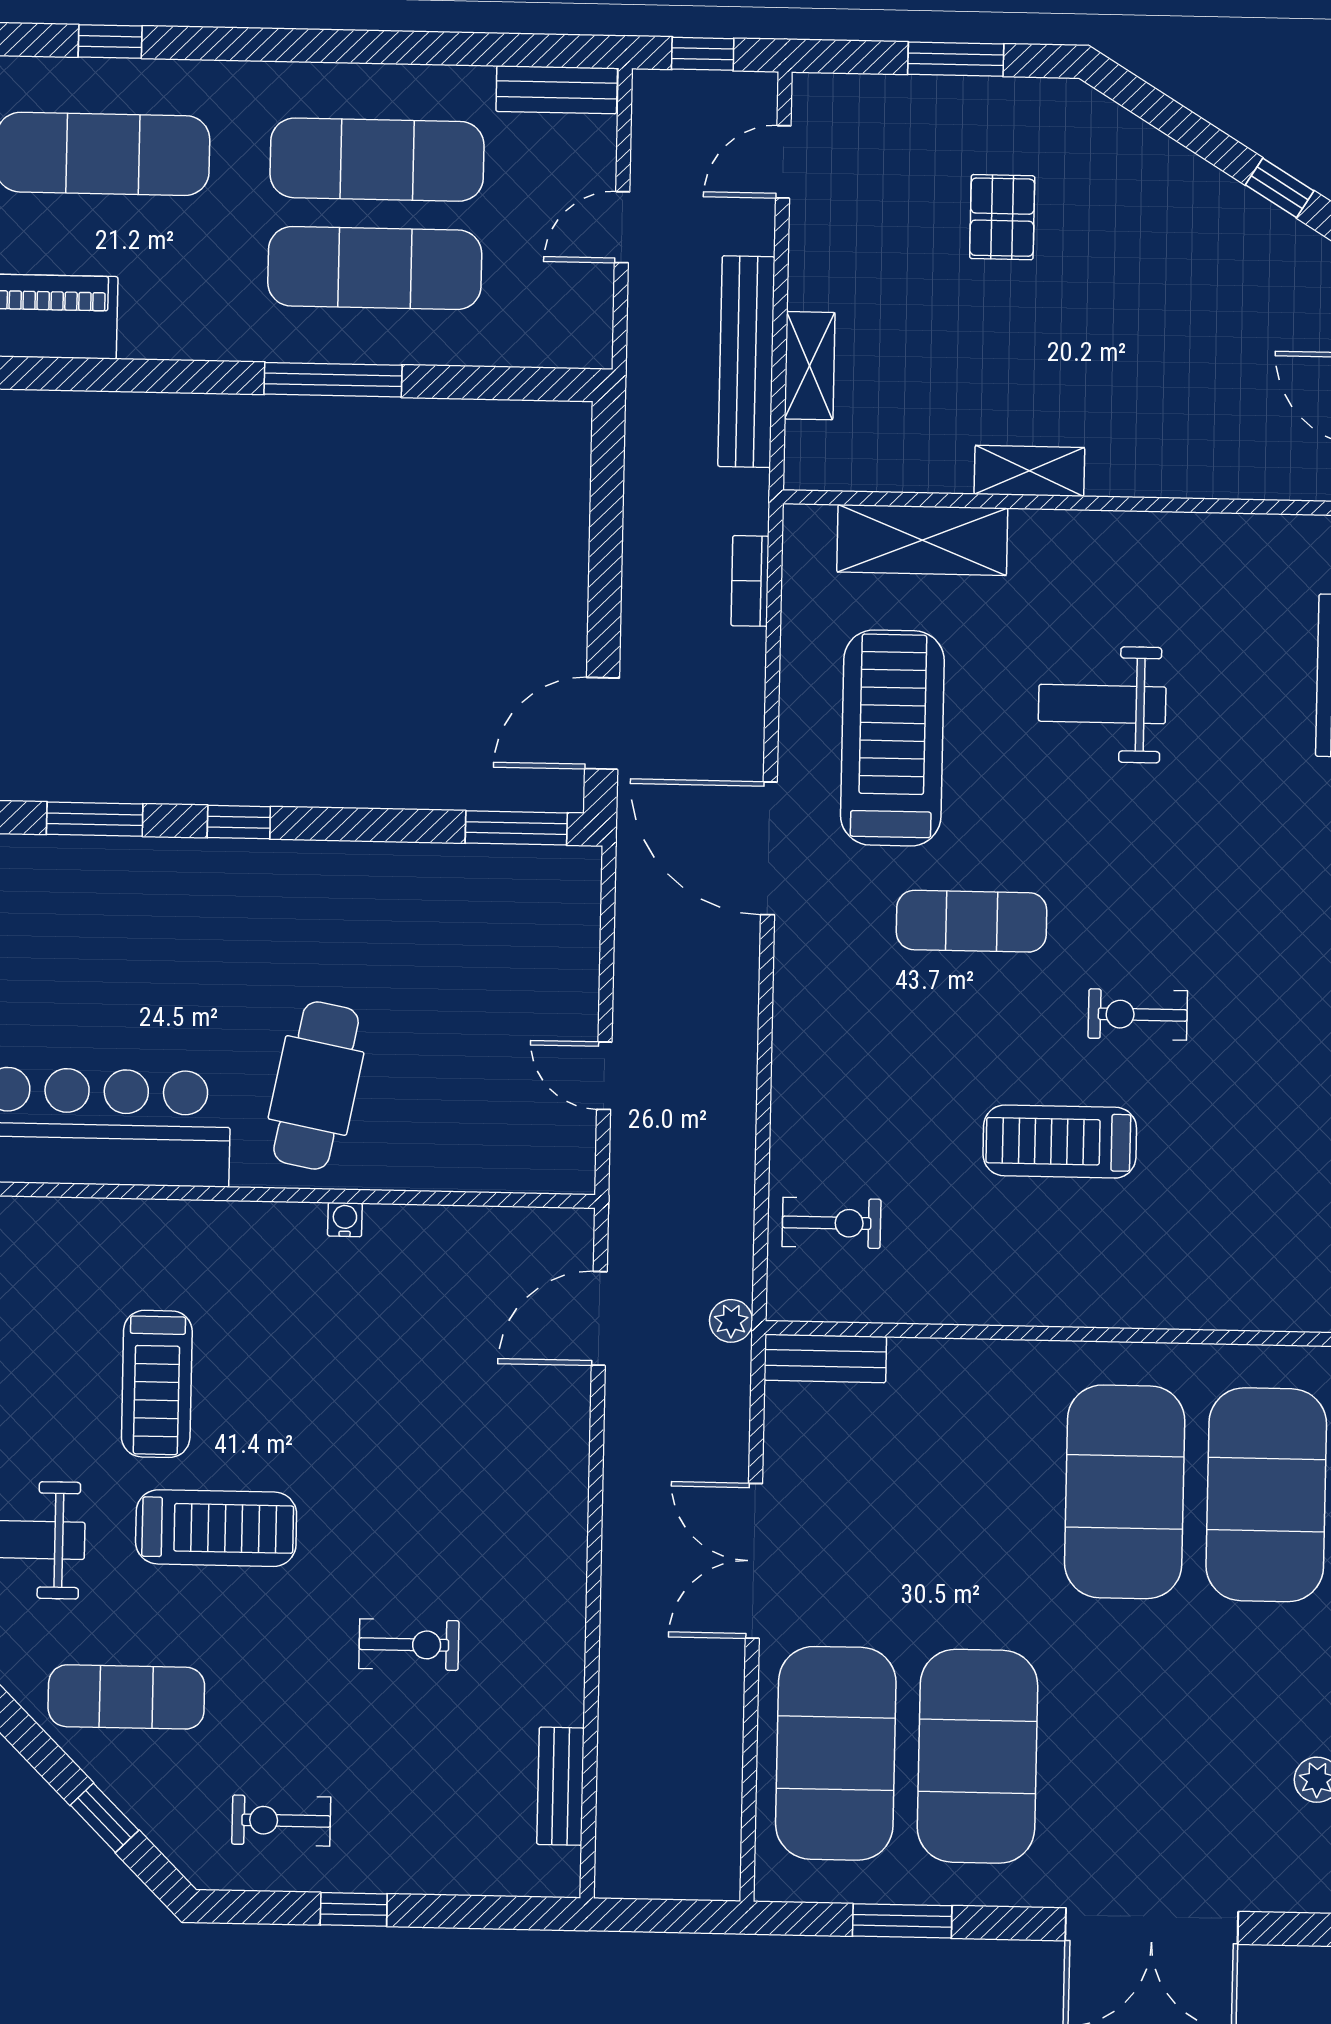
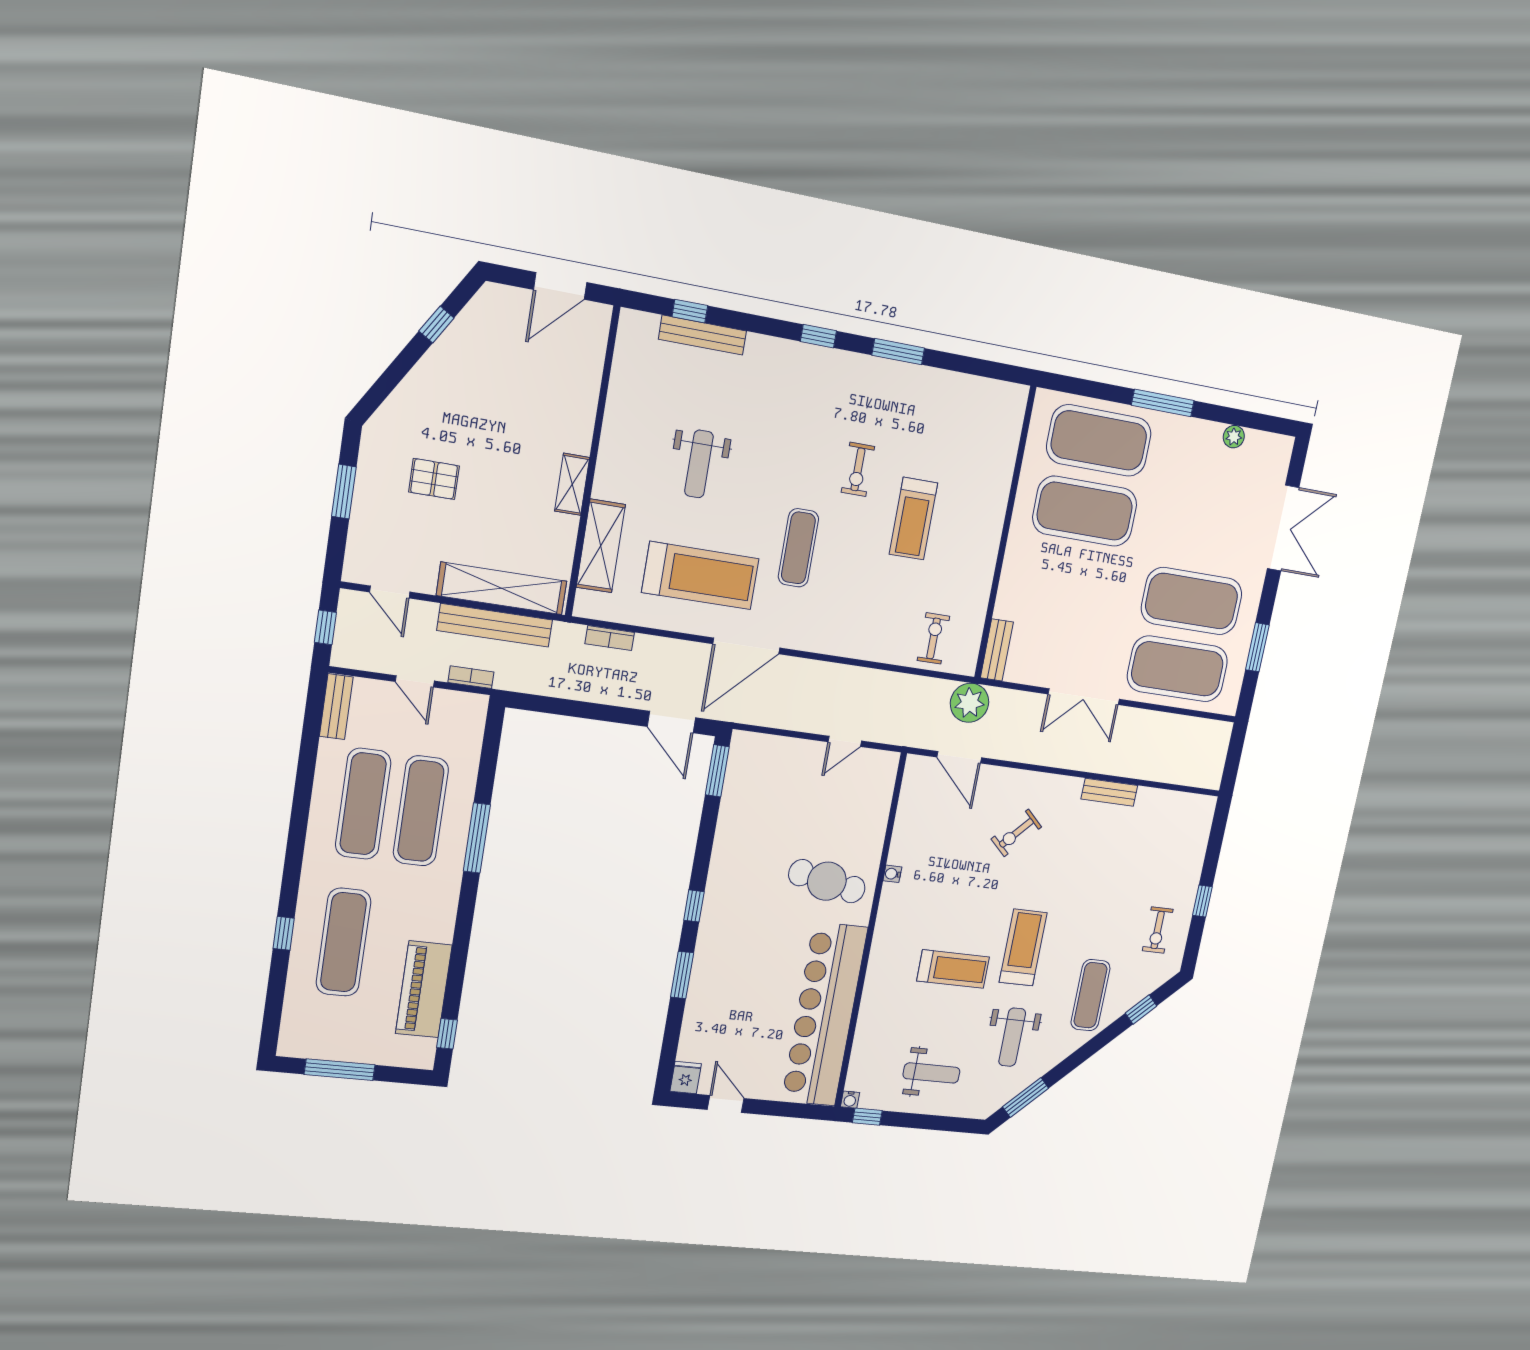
bookcase: (643, 330) -> (471, 677), added
shelving: (810, 366) -> (502, 588), width x2.20, depth x1.33
treadmill: (892, 738) -> (700, 576), turned 180
plant: (731, 1321) -> (970, 703), width x1.88, depth x1.88
exercise bike: (409, 1645) -> (1016, 833), moved, turned -137
bench: (561, 1786) -> (1109, 792), moved

